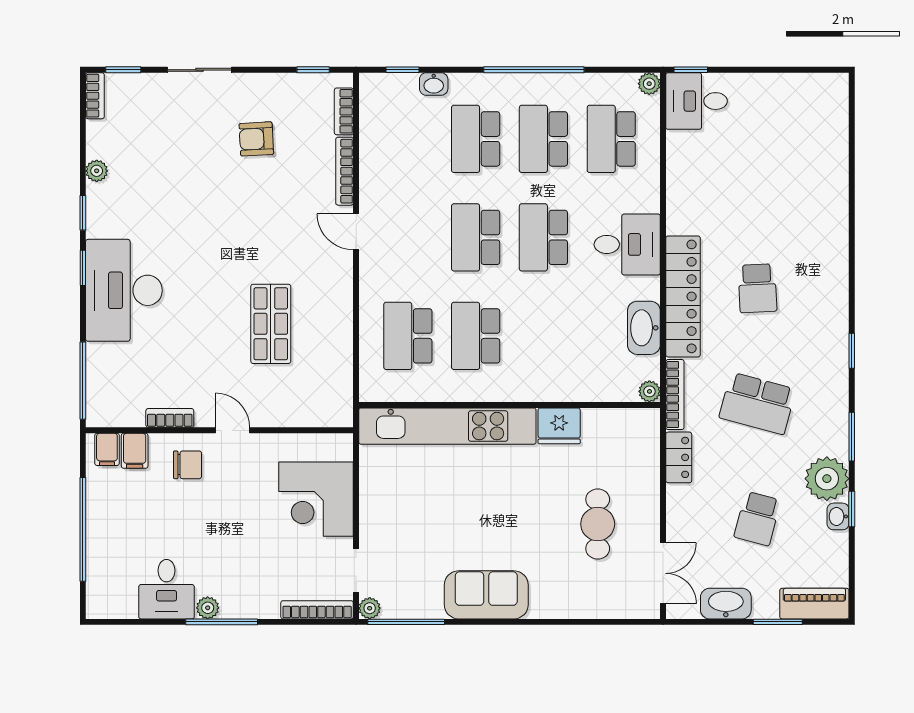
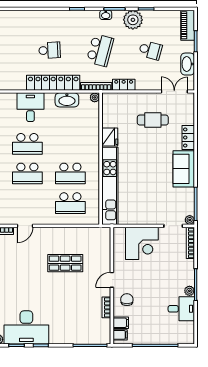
desk: (124, 290) -> (26, 327), moved
washbasin: (838, 516) -> (106, 15), moved
locker: (558, 605) -> (188, 138), added

